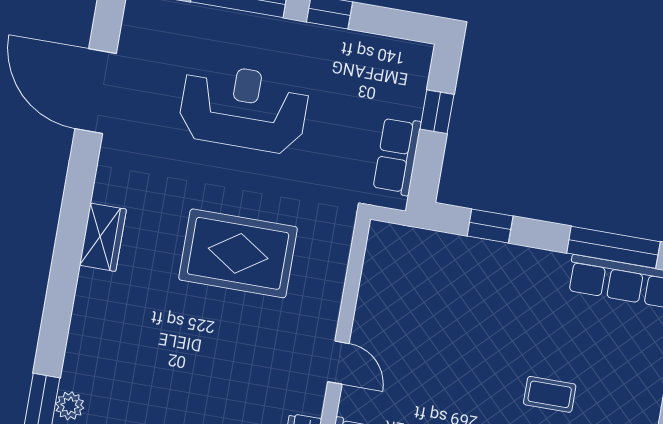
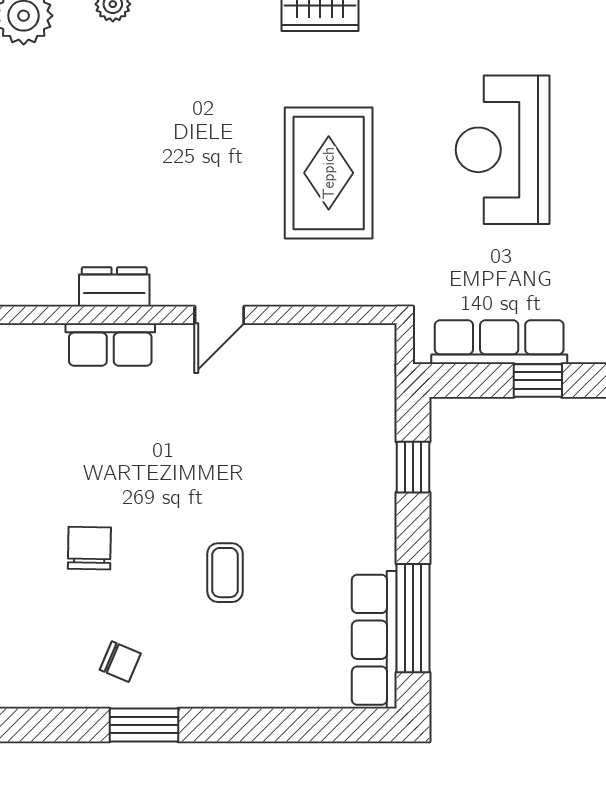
reception desk: (244, 108) -> (503, 150), turned 180
row of seats: (397, 156) -> (499, 342), width x1.48

